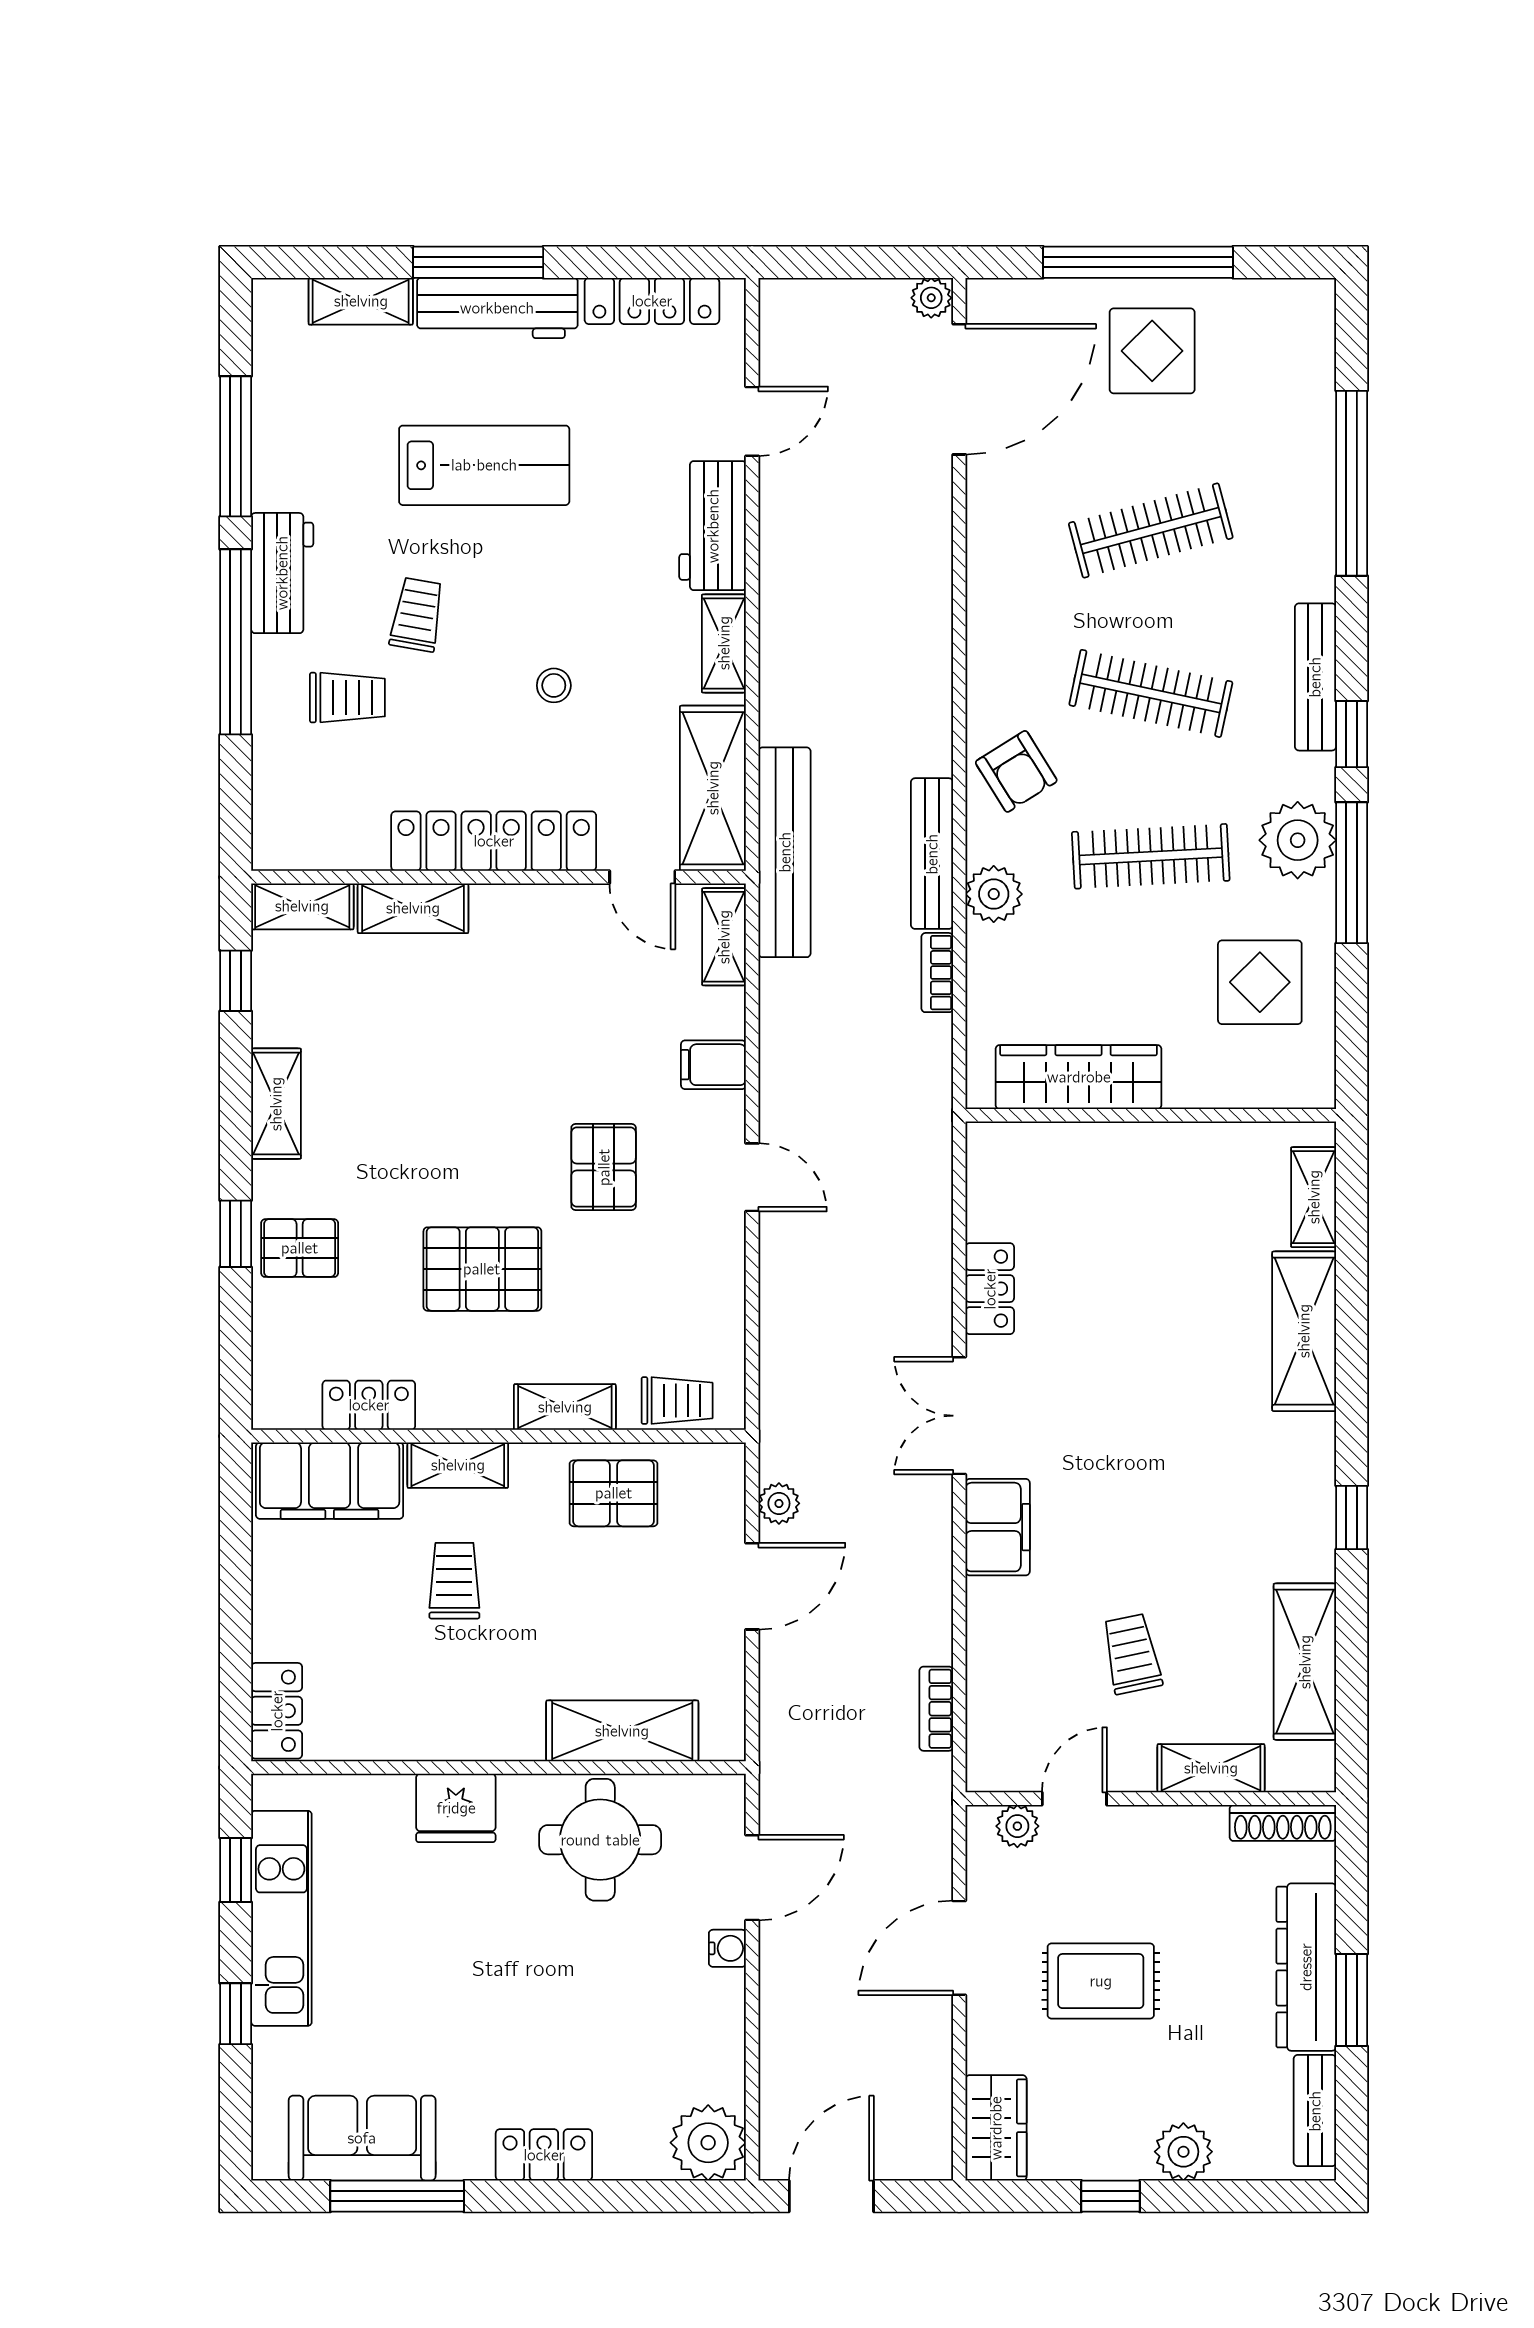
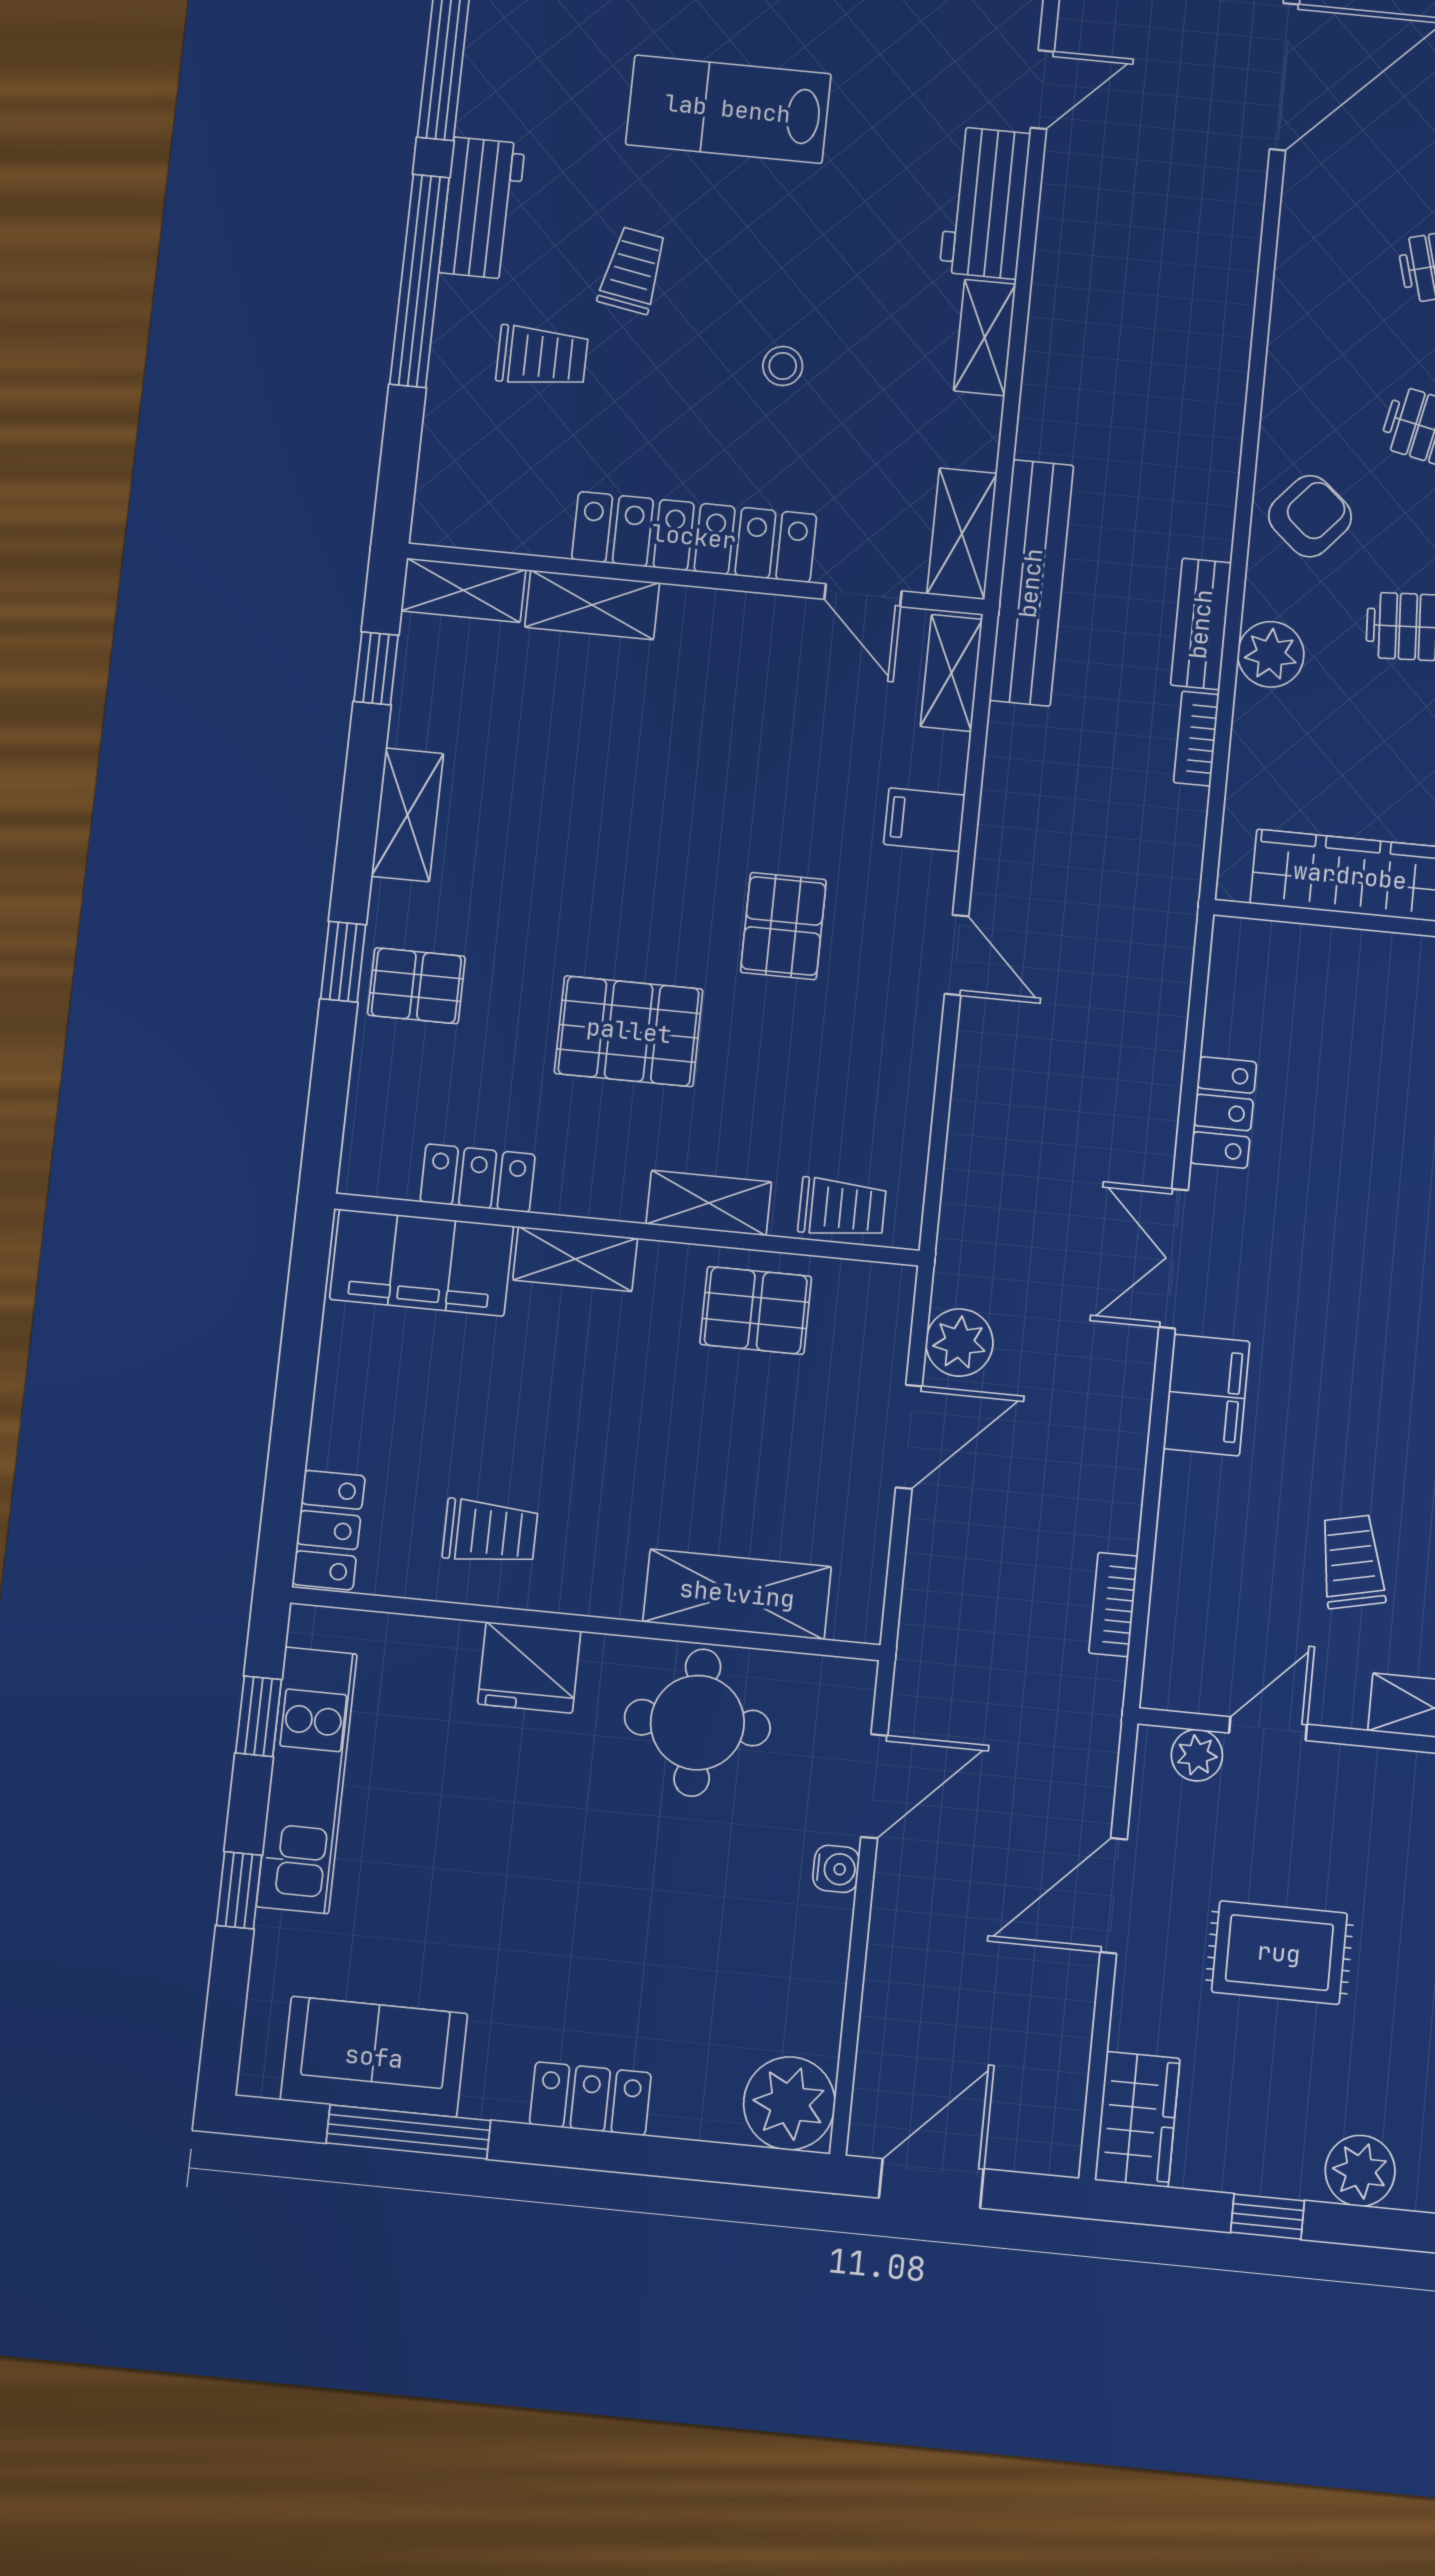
lab bench: (484, 465) -> (728, 109), turned 180
armchair: (1016, 771) -> (1310, 516), turned -107
shelving: (713, 788) -> (962, 534), width x0.67, depth x0.75
bench: (932, 854) -> (1201, 624), width x0.73
plant: (779, 1503) -> (959, 1343), width x1.38, depth x1.38
trolley: (454, 1581) -> (490, 1532), moved, turned 90

